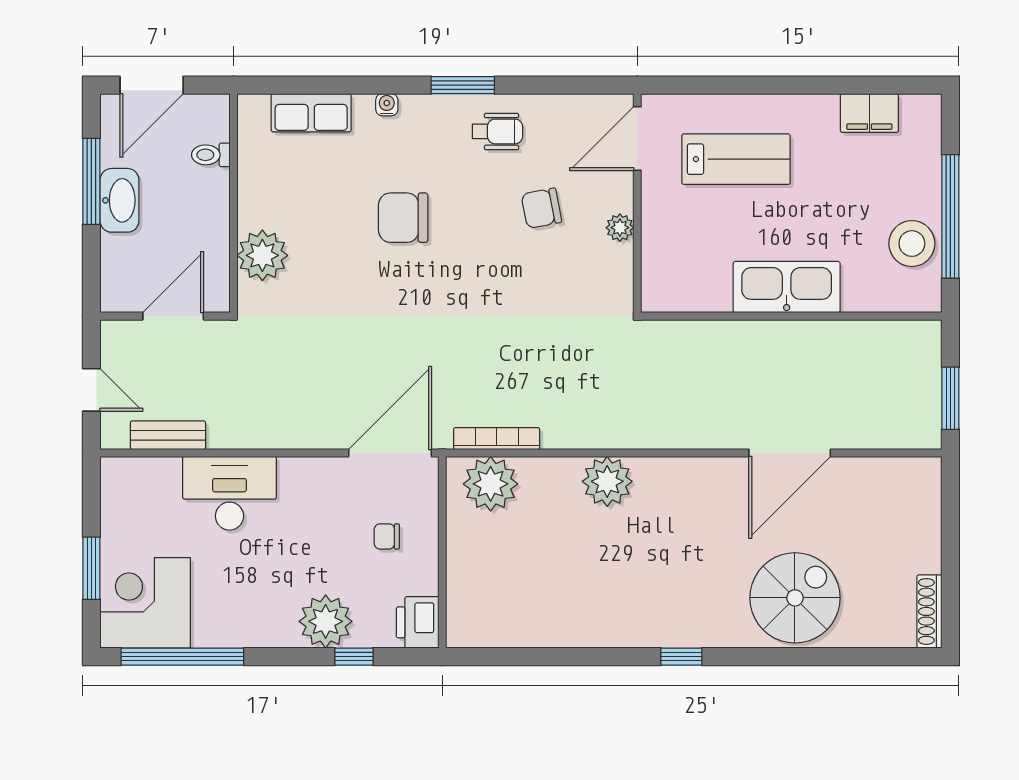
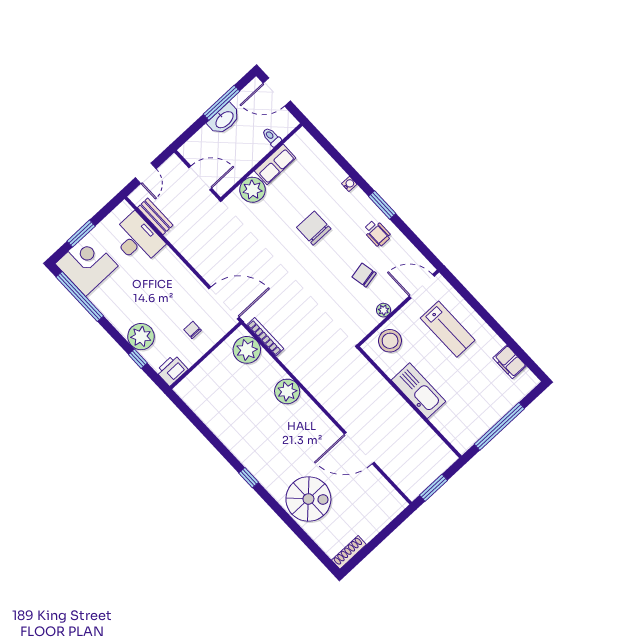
row of seats: (311, 113) -> (275, 164), moved, turned -90
stool: (912, 244) -> (390, 341), moved
desk: (229, 493) -> (137, 239), moved

